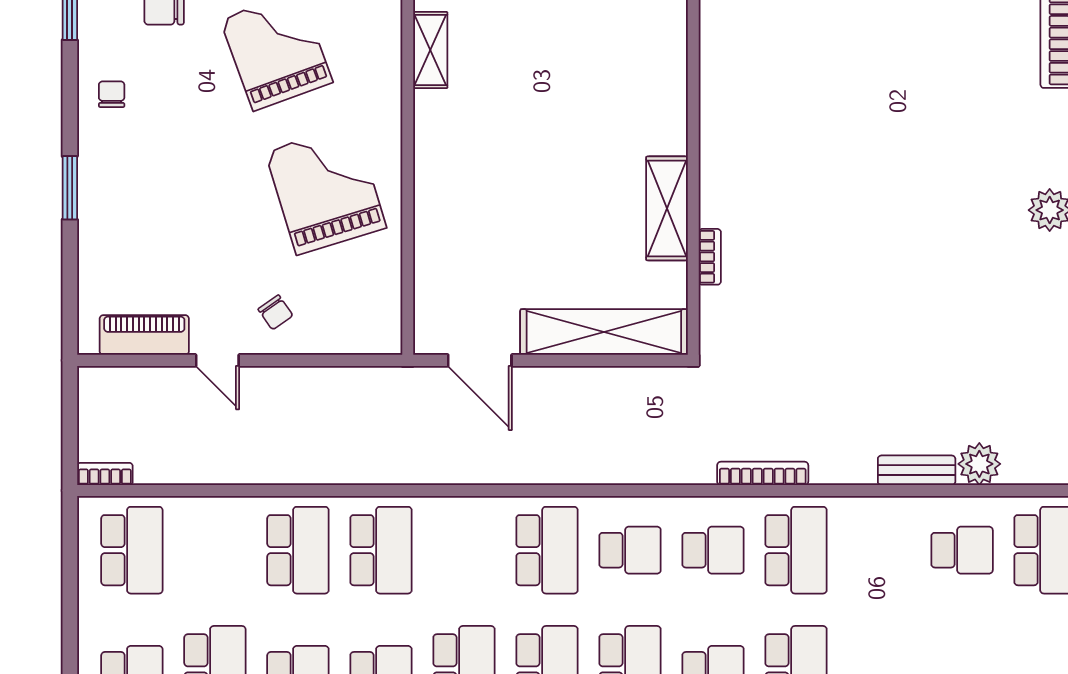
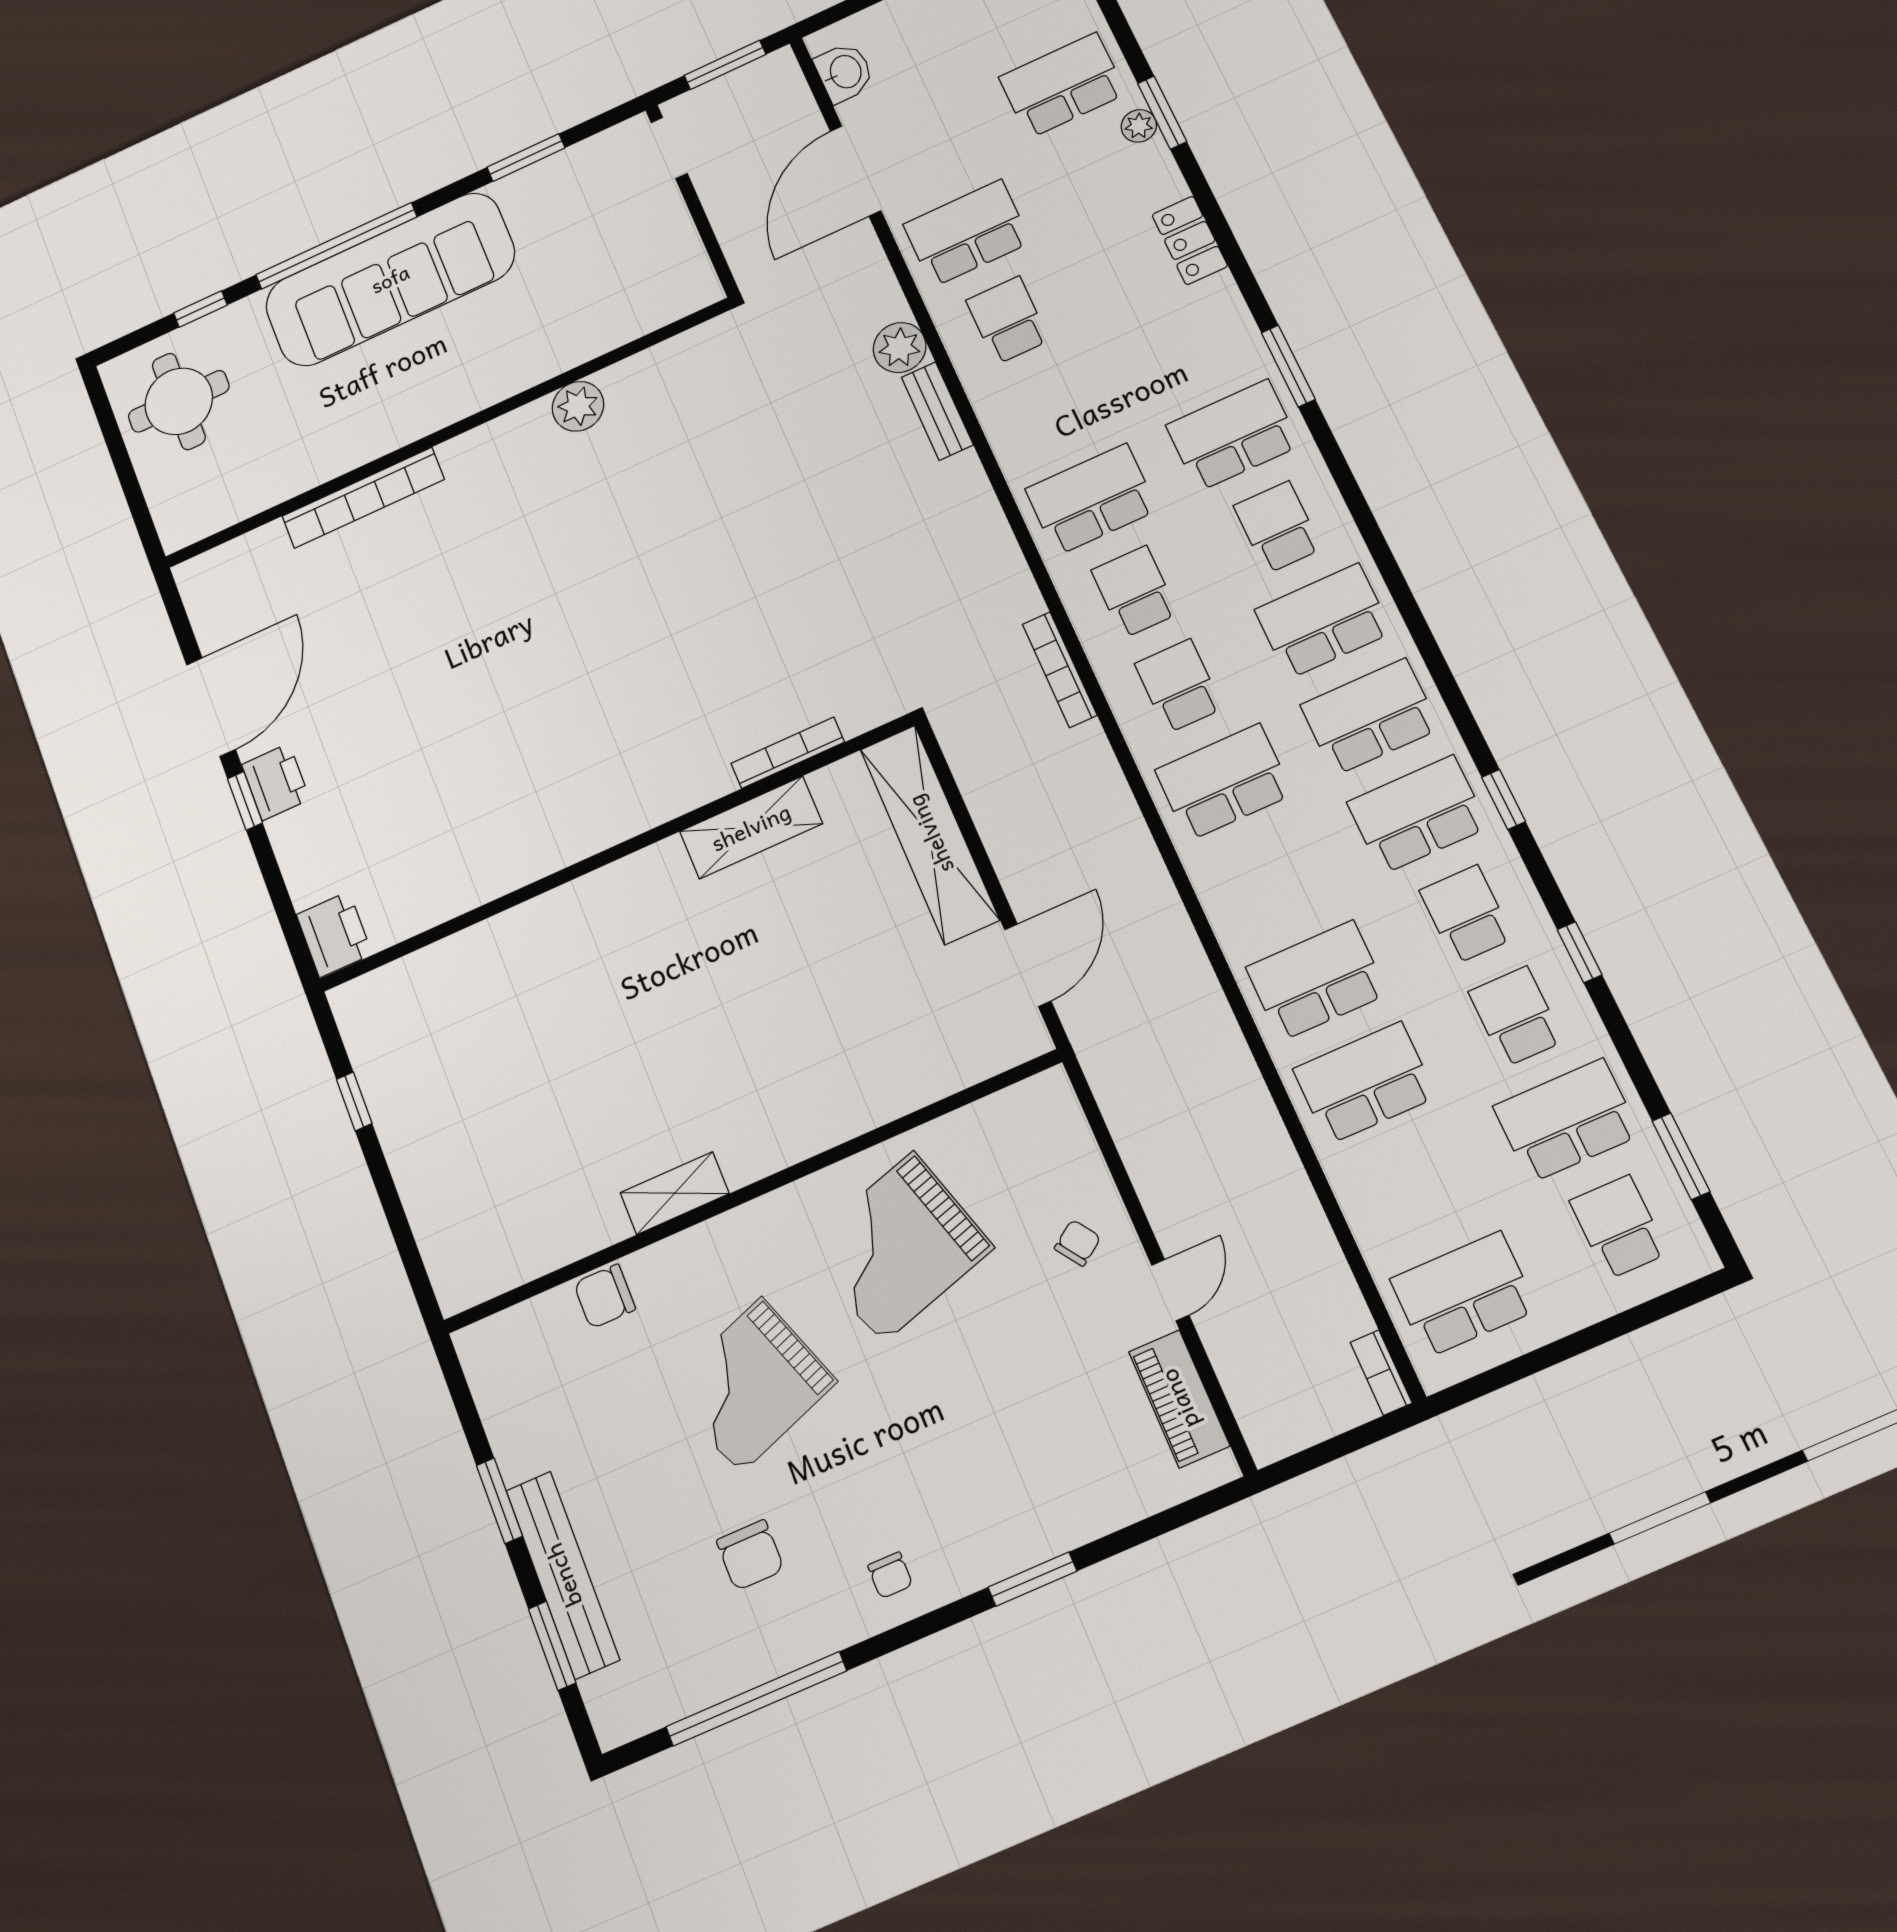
chair: (112, 94) -> (890, 1575), turned -90
bookcase: (710, 257) -> (788, 753), width x1.56
bookcase: (763, 473) -> (1060, 670), moved

